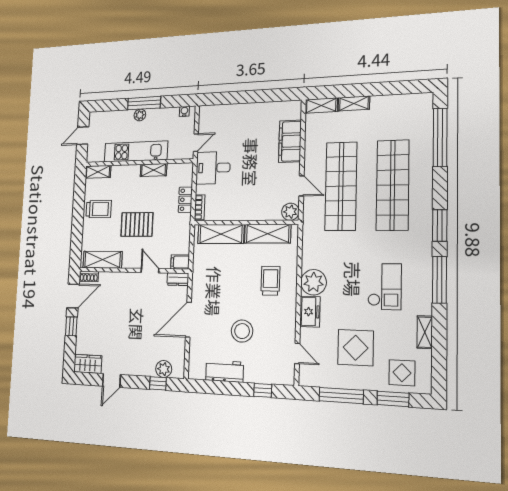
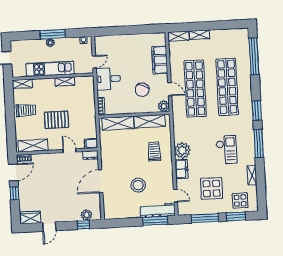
chair: (260, 186) -> (142, 90), added
locker: (185, 200) -> (90, 101), removed
workbench: (225, 371) -> (158, 210), moved, width x1.38
window: (263, 390) -> (155, 221), width x2.17

